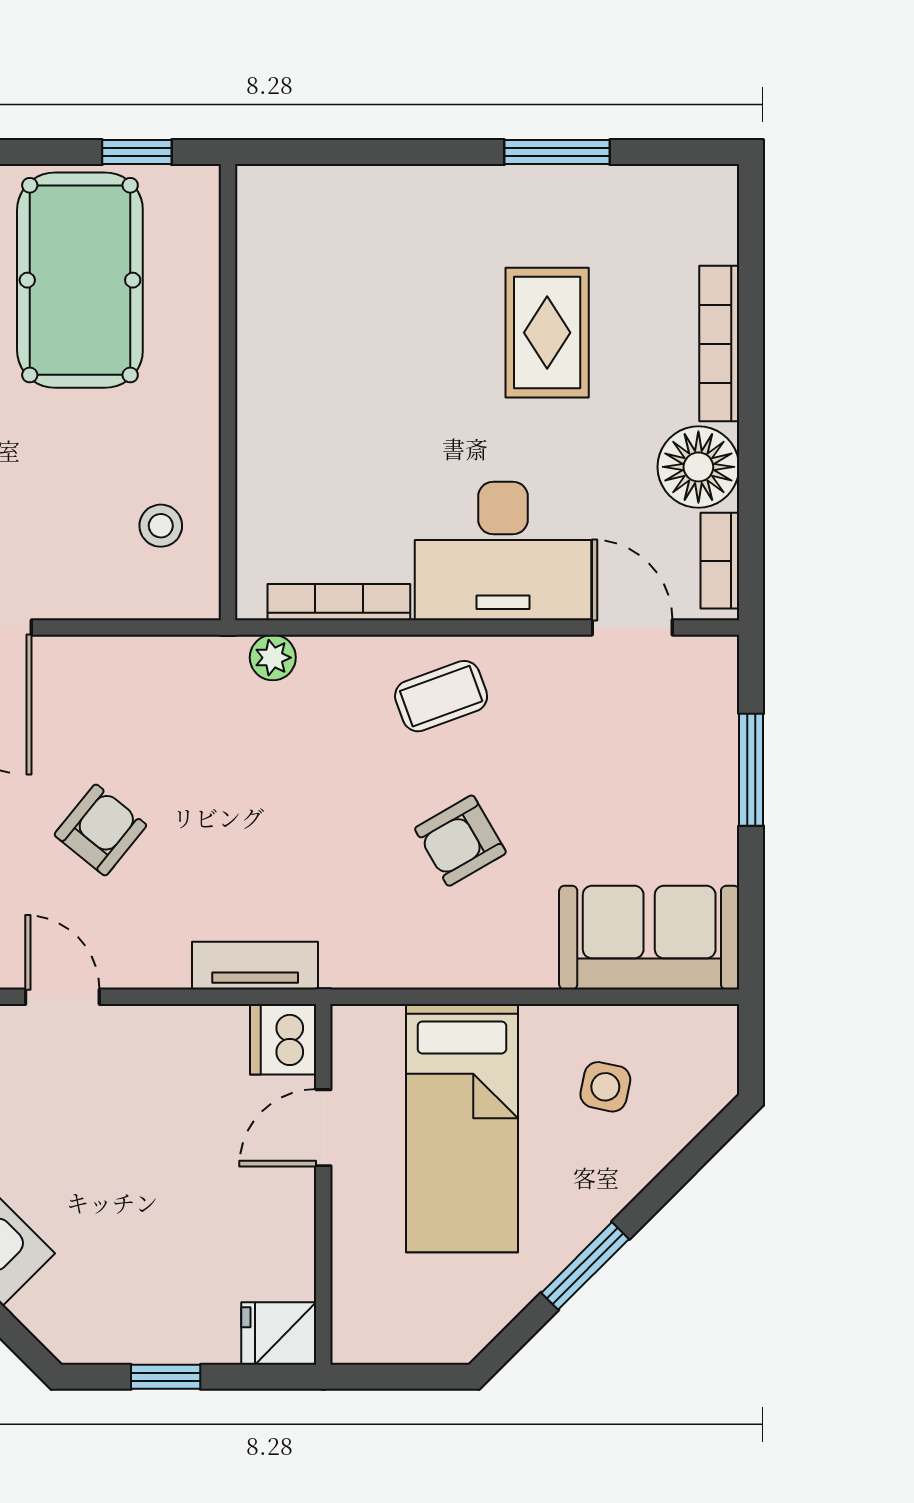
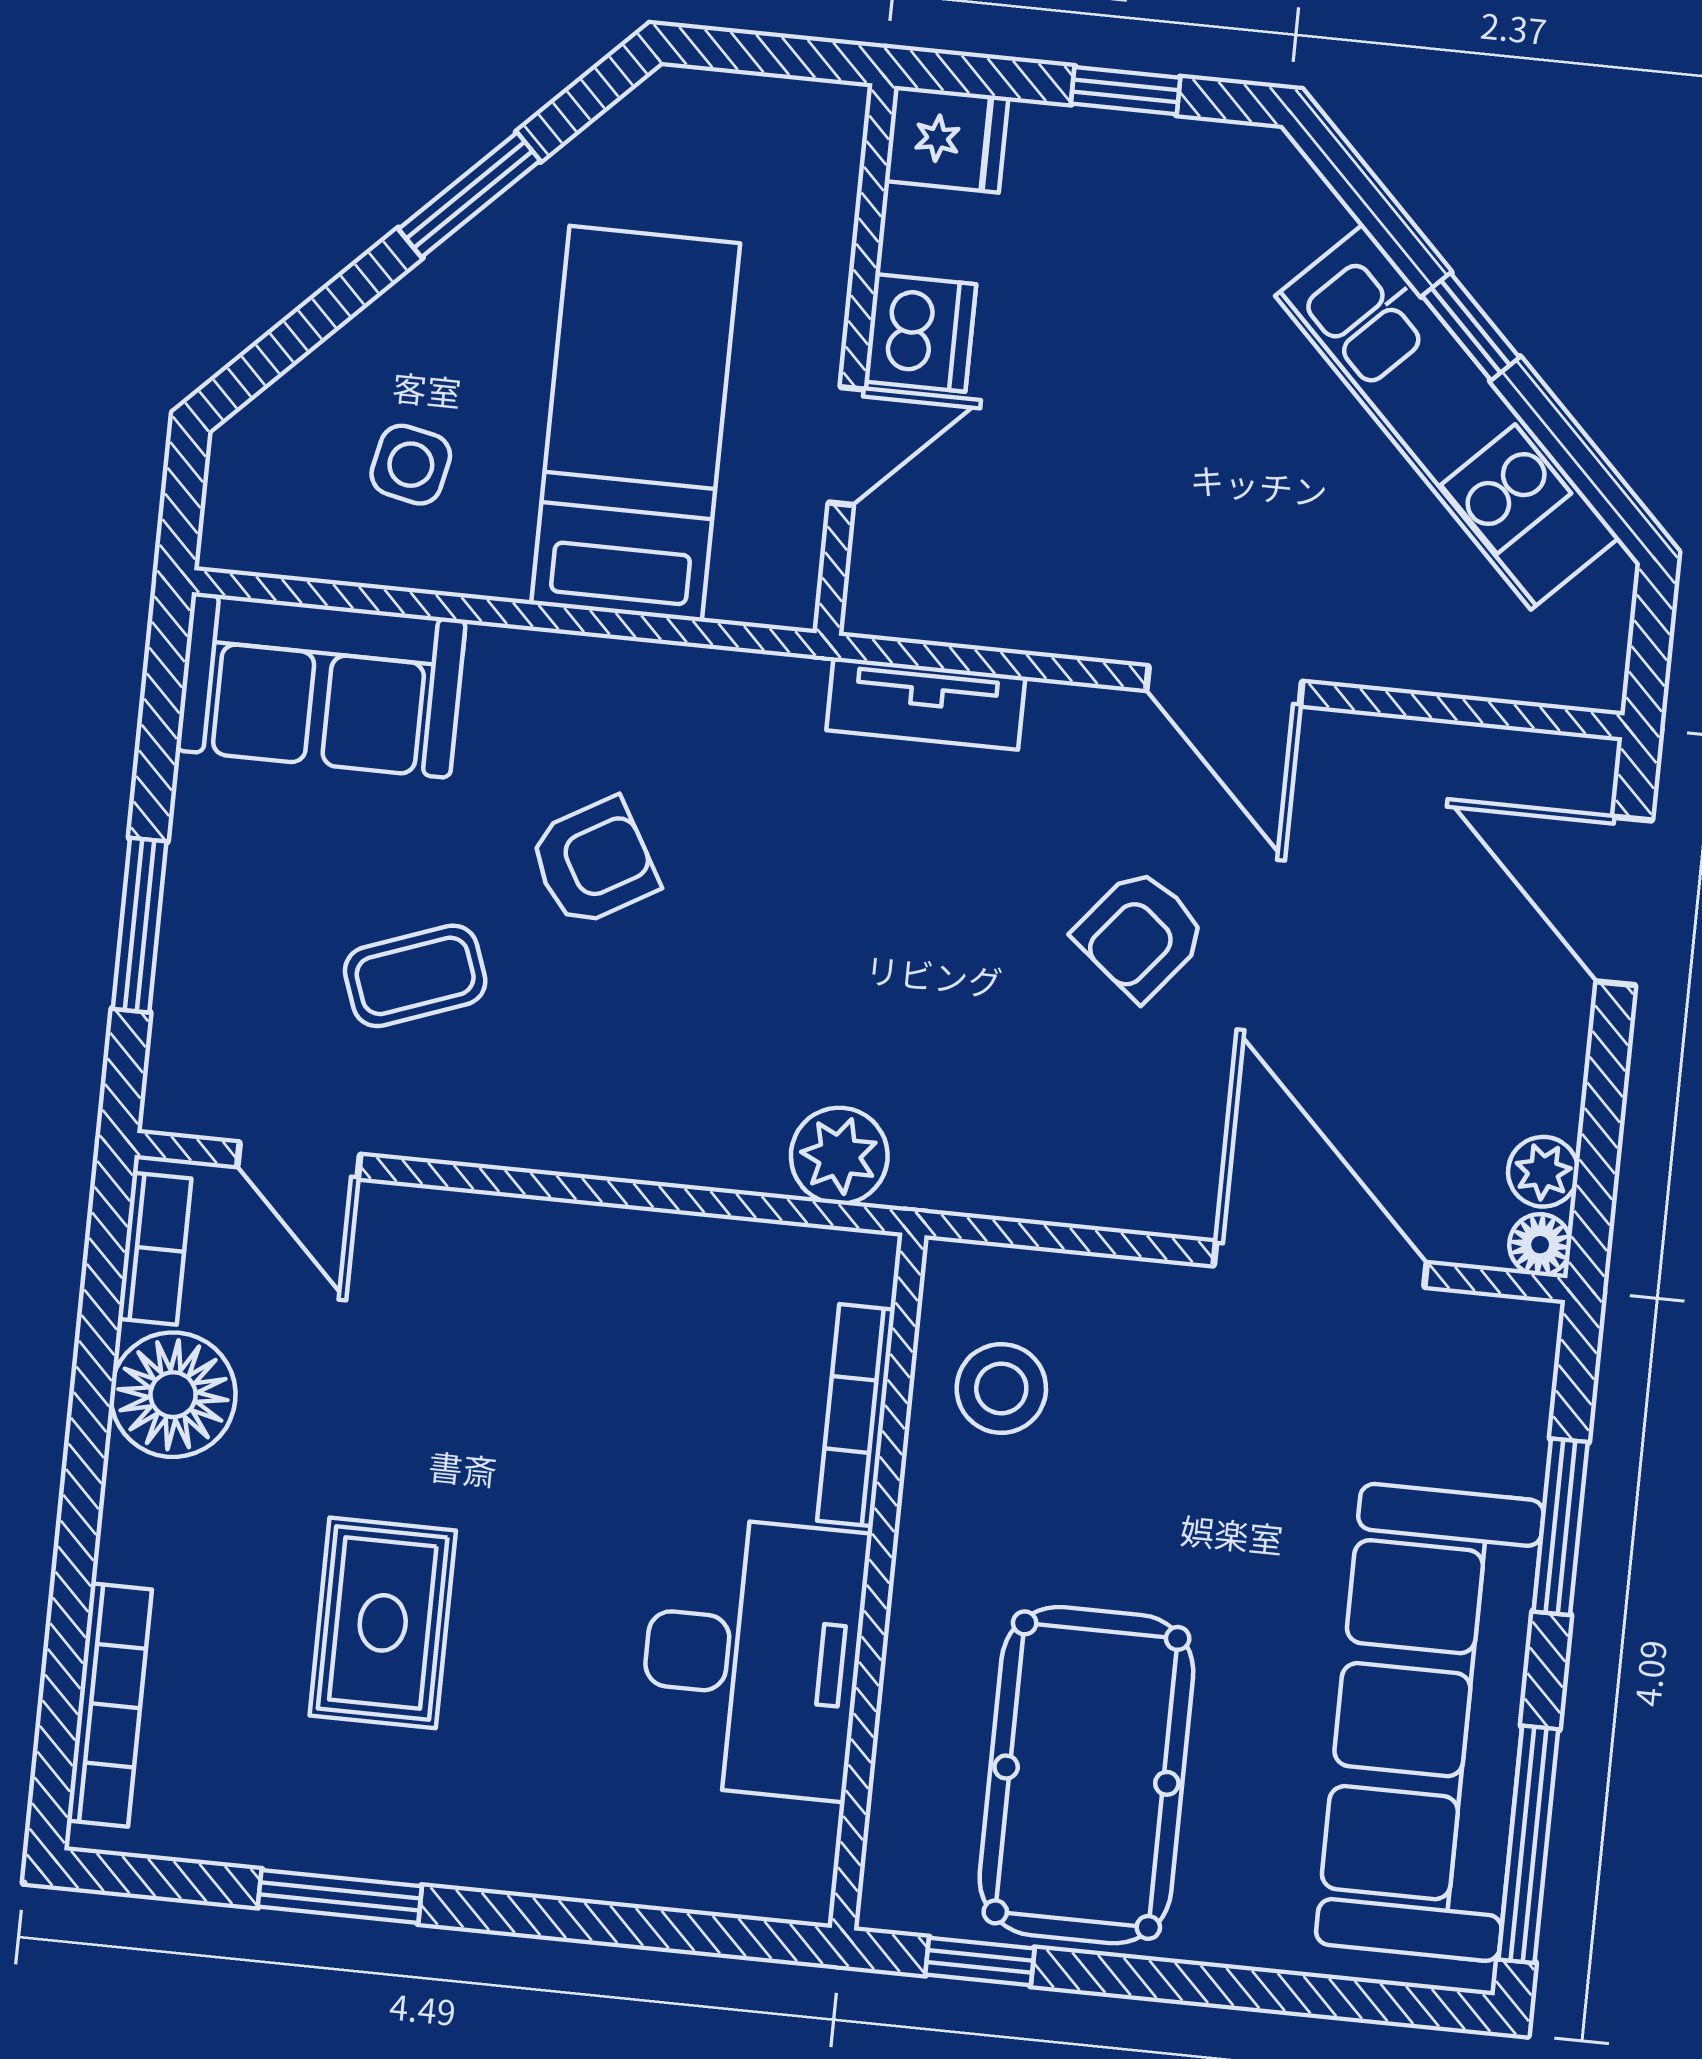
bookcase: (719, 344) -> (109, 1705), moved
stool: (161, 526) -> (1001, 1388), width x1.37, depth x1.37
desk: (503, 551) -> (753, 1657), moved, turned 90
bookcase: (339, 602) -> (856, 1415), moved, turned 90
plant: (273, 658) -> (839, 1156), width x1.38, depth x1.38
coffee table: (441, 696) -> (415, 976), moved
door: (62, 997) -> (1224, 686), width x1.37
dishwasher: (283, 1039) -> (920, 333), moved

